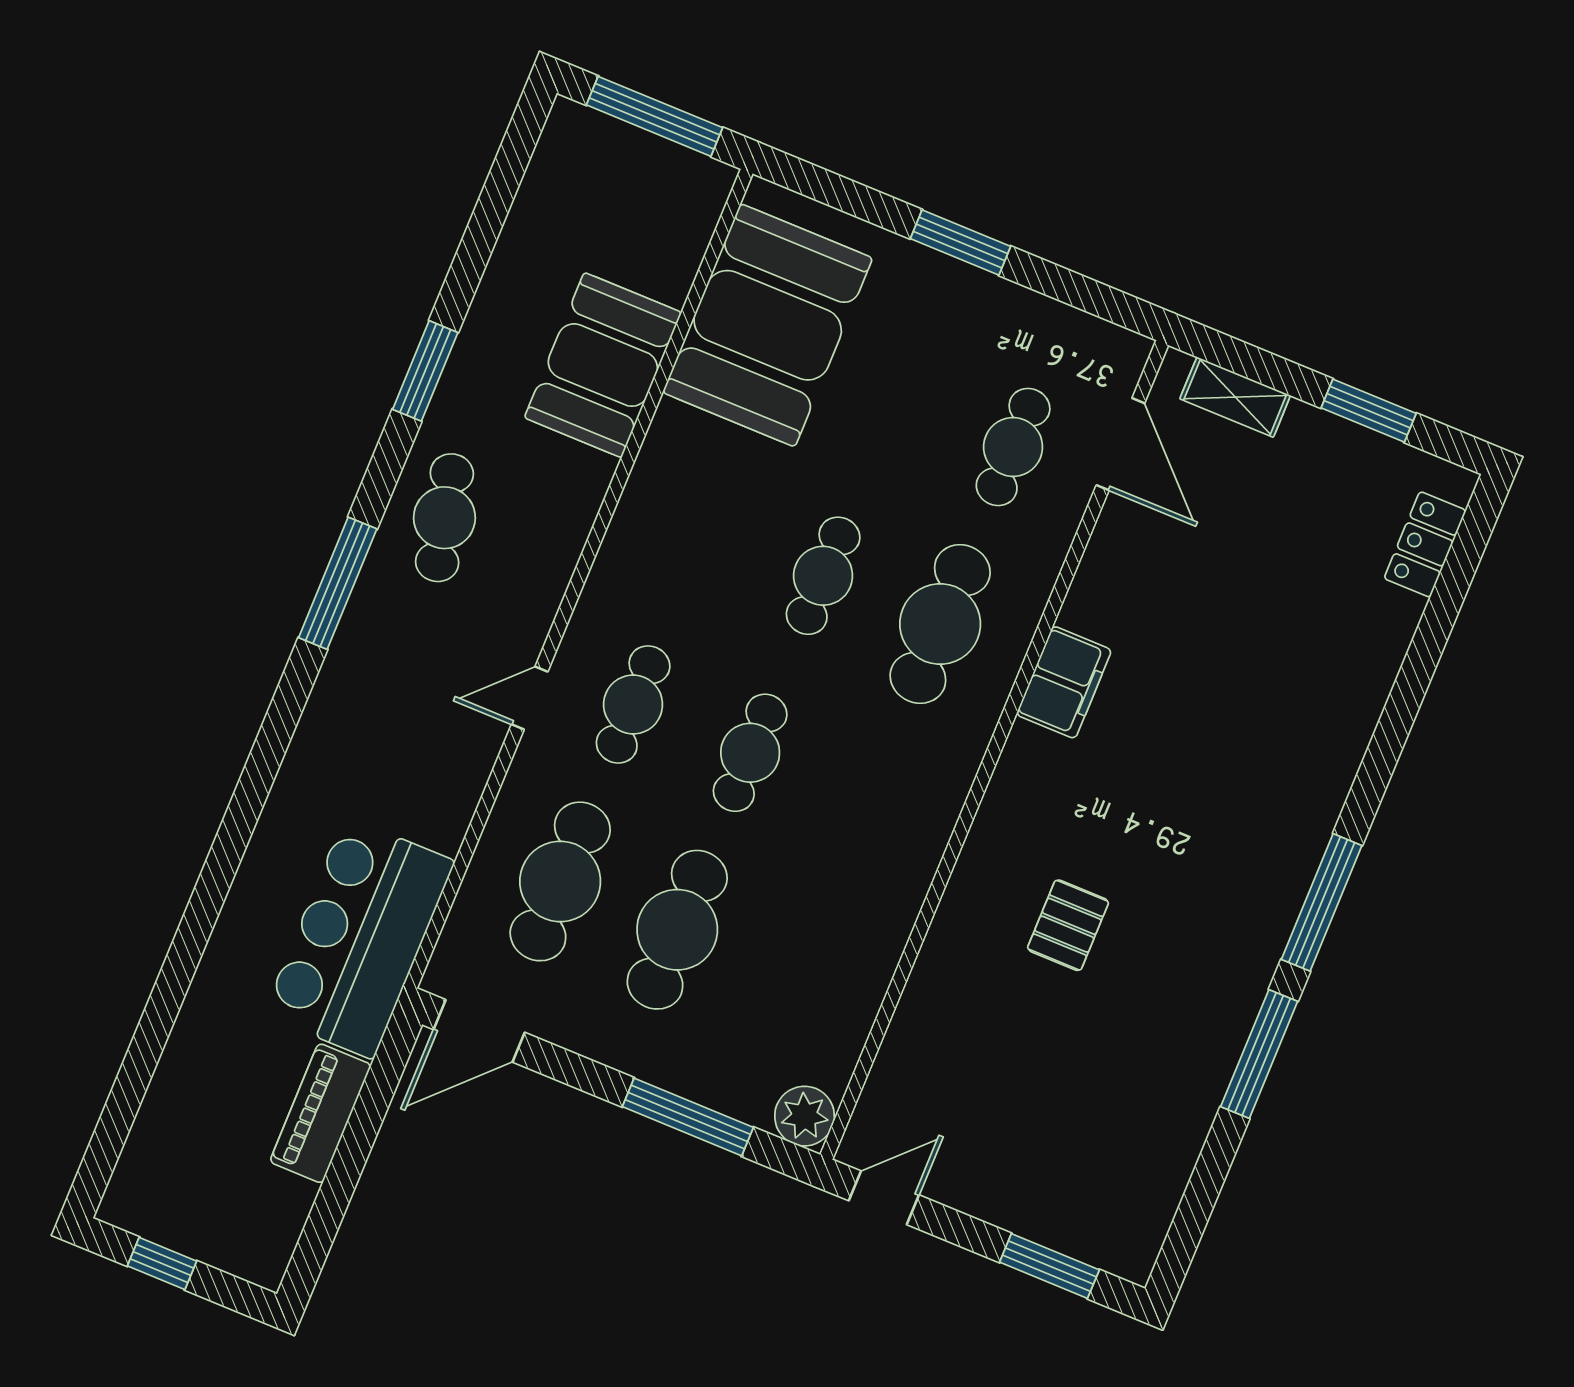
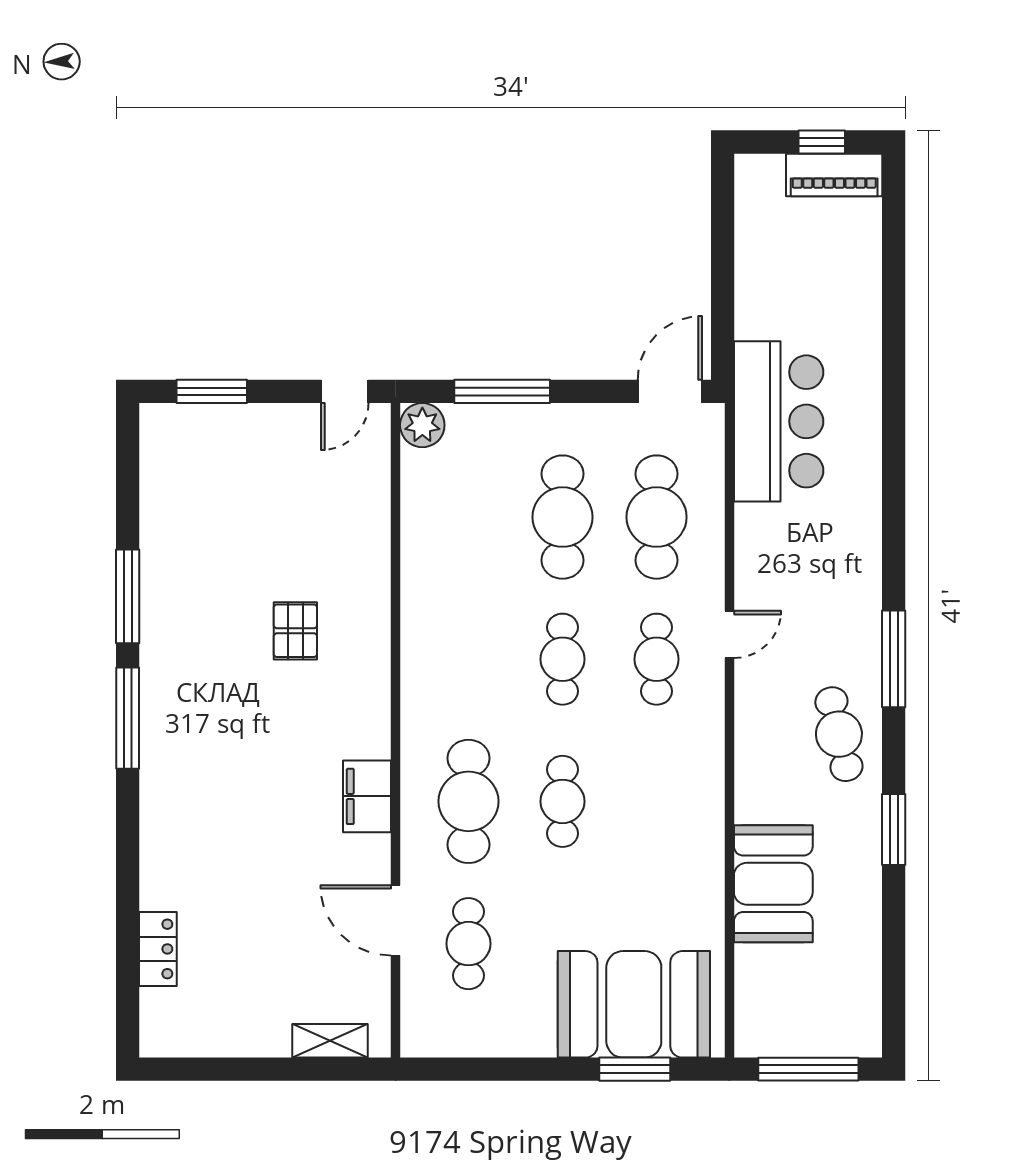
window: (960, 242) -> (635, 1069), moved
booth: (768, 325) -> (634, 1004), moved, turned 90
window: (1369, 411) -> (235, 1069), removed
door: (1120, 444) -> (396, 920), moved
locker: (1425, 544) -> (158, 949), moved
piano: (320, 1113) -> (834, 175), moved, turned 90

